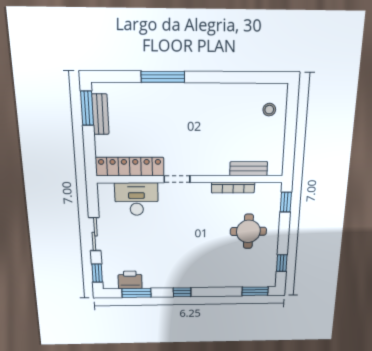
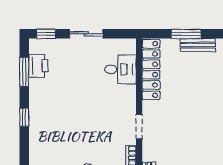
window: (87, 108) -> (186, 34), moved
doorway: (177, 179) -> (139, 127), moved
desk: (137, 199) -> (120, 69), width x0.73

